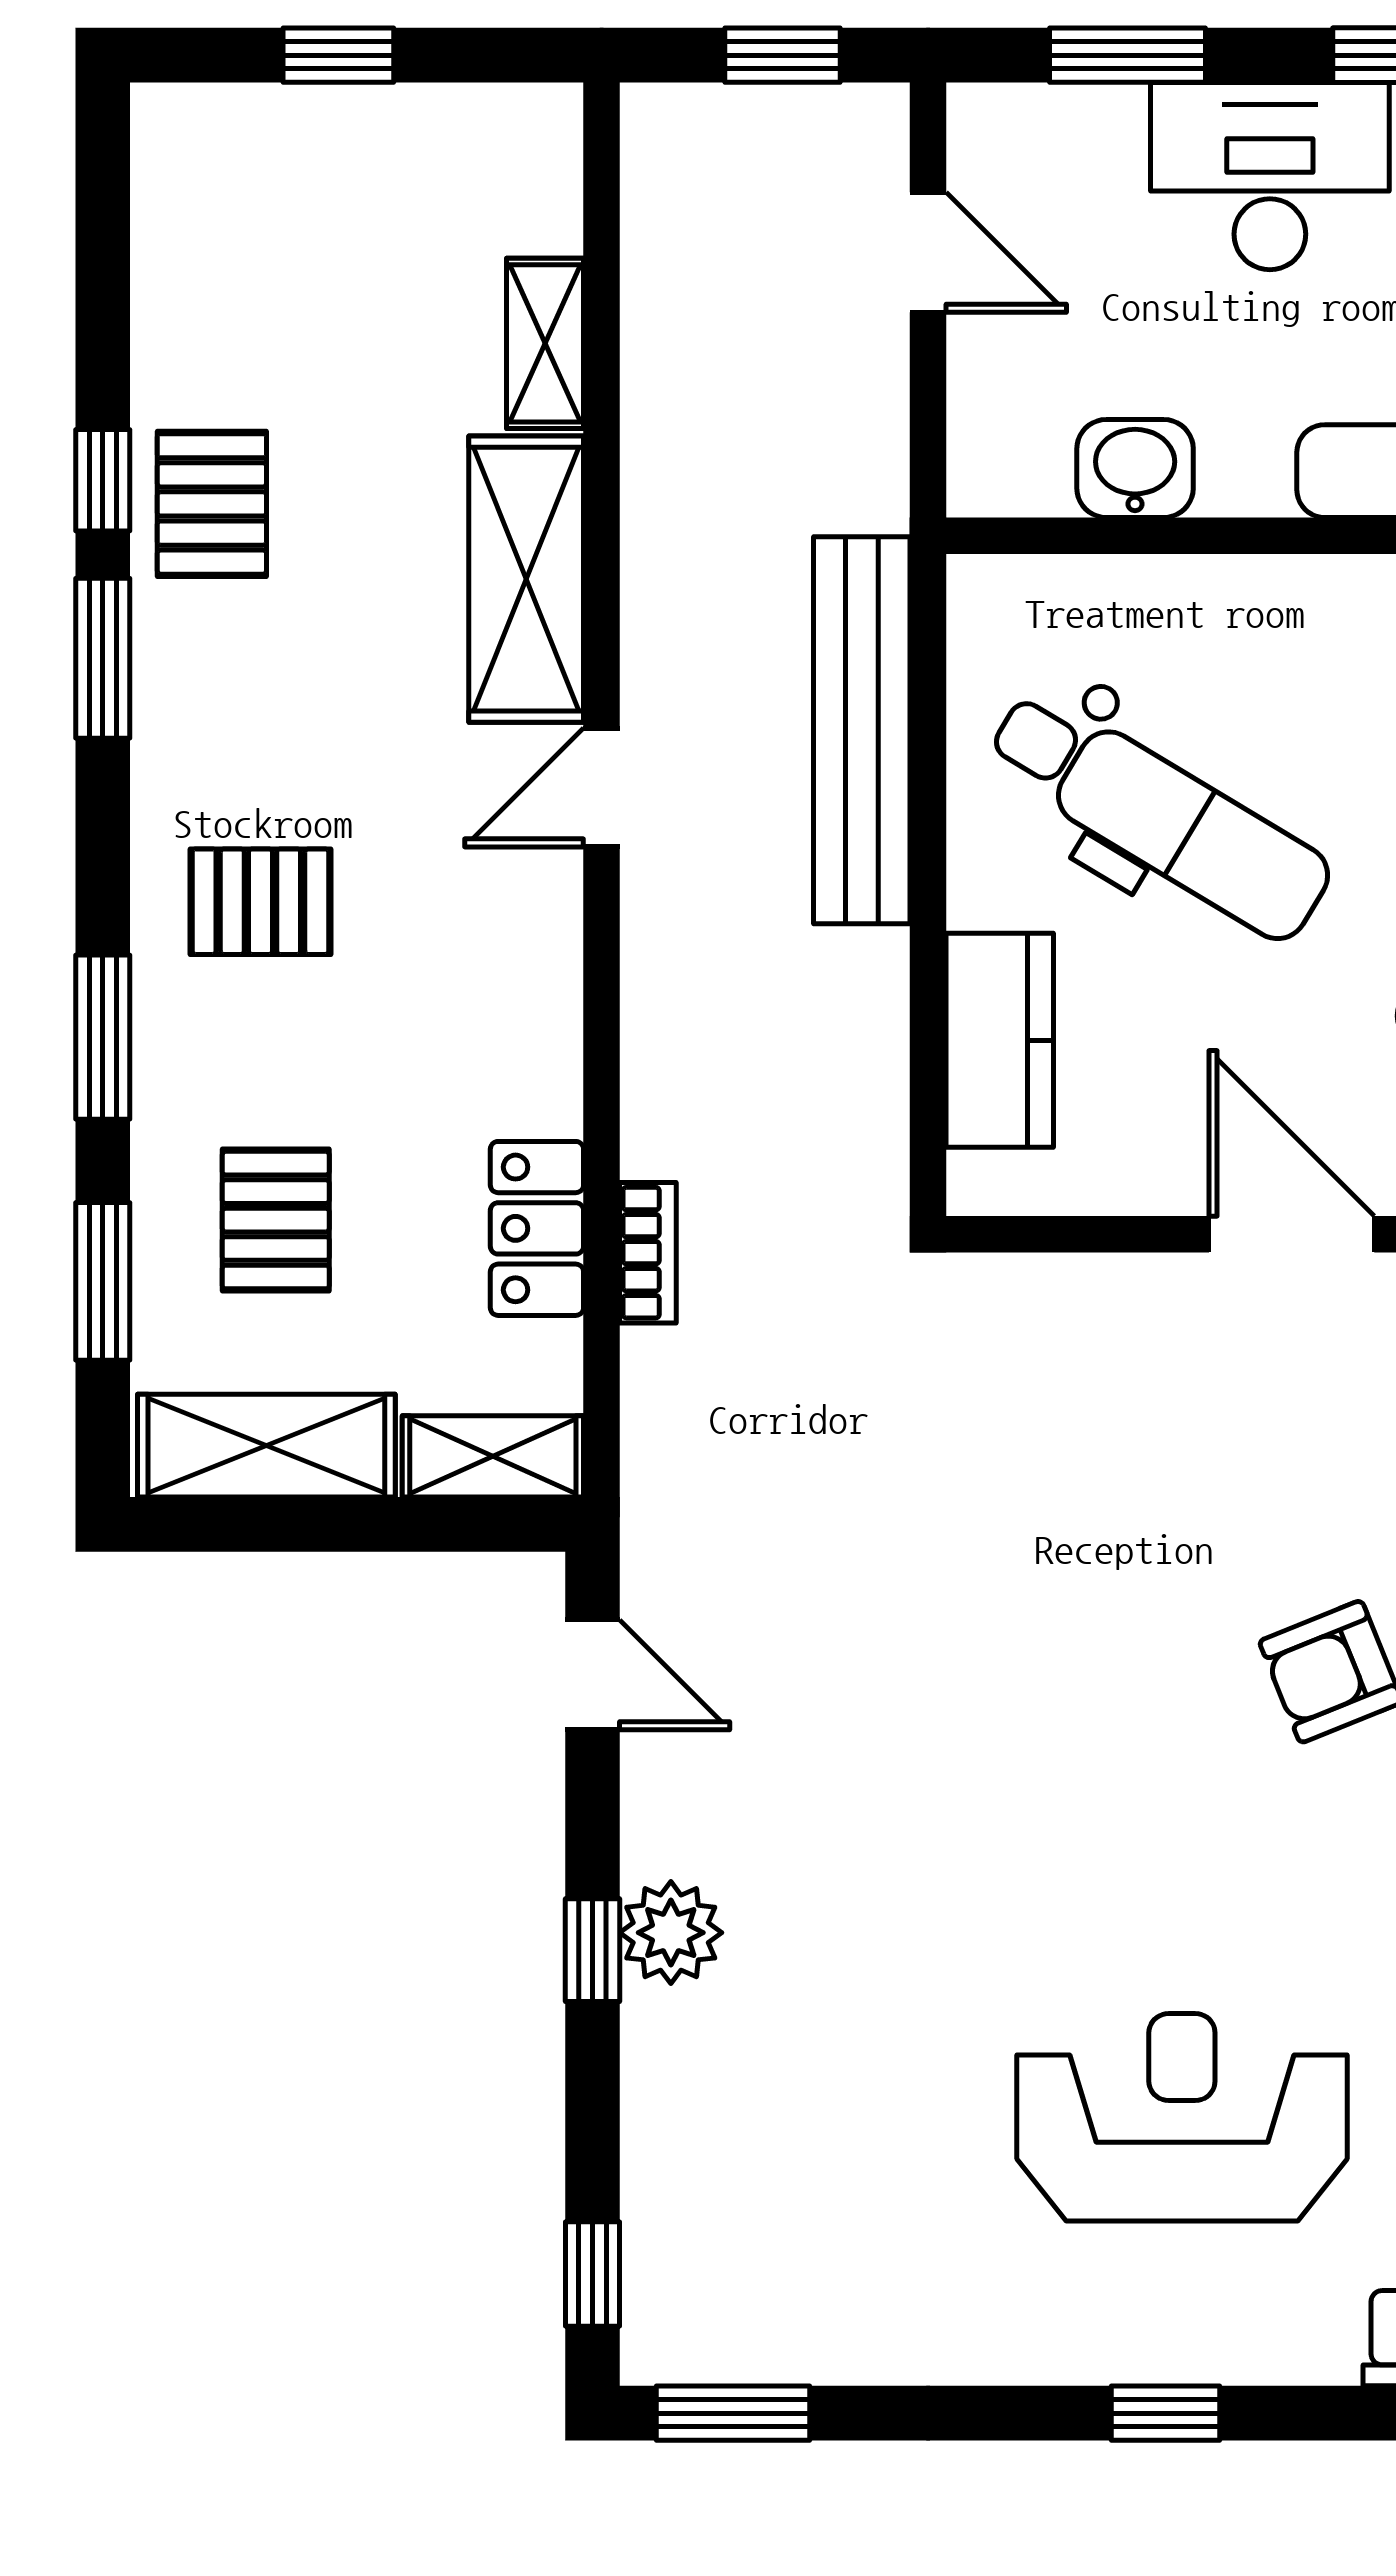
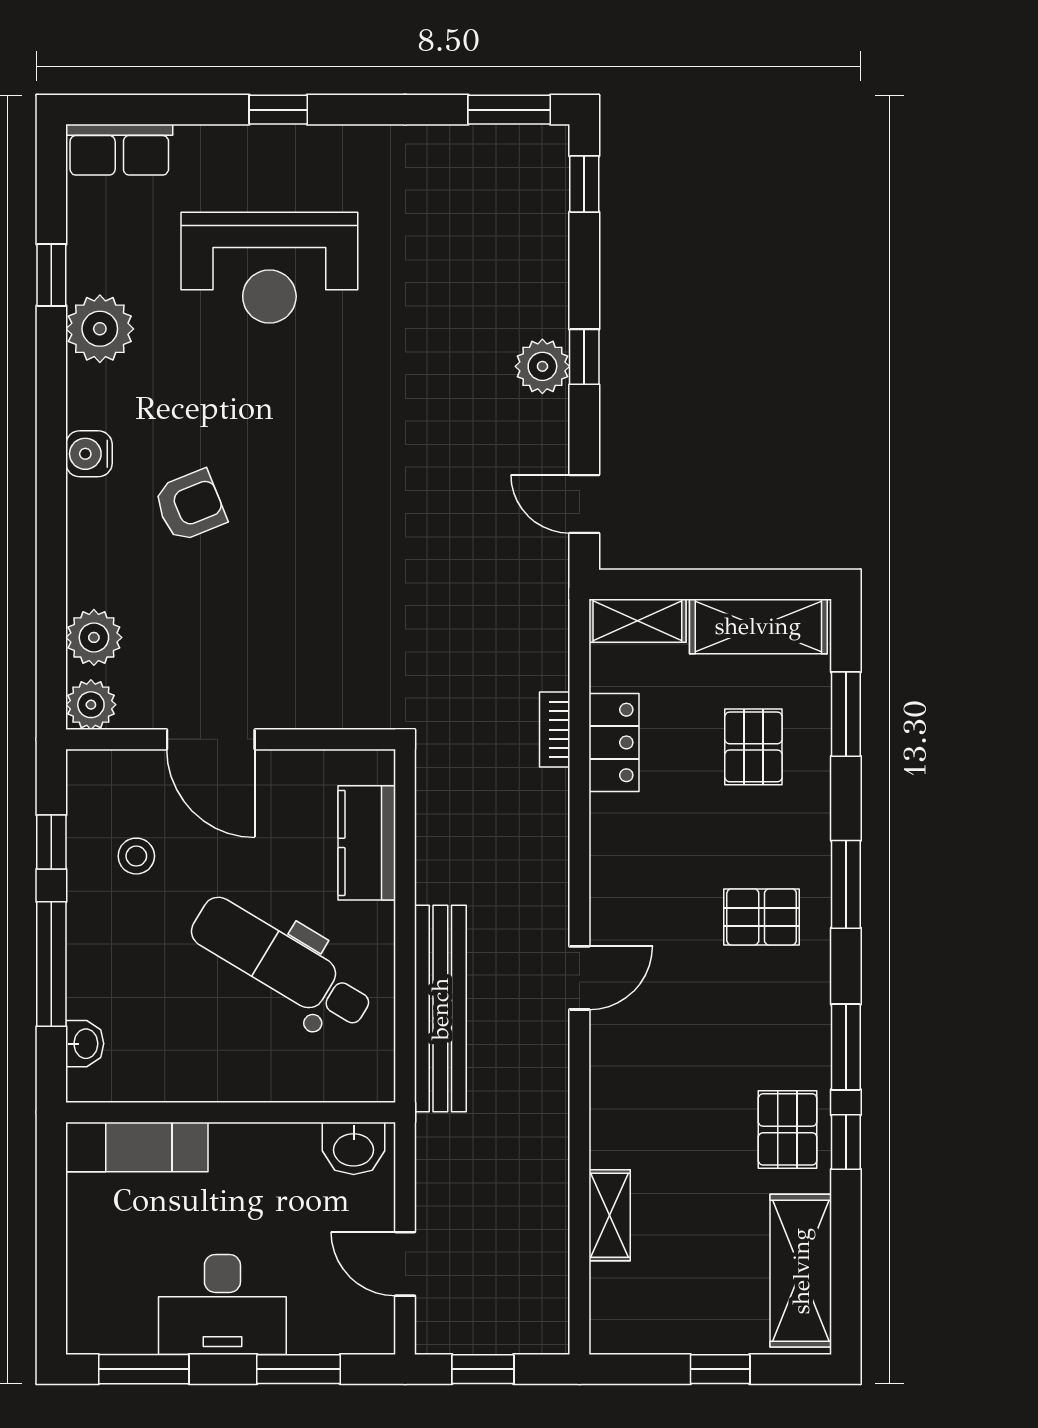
washbasin: (1135, 469) -> (354, 1148), moved
shelving: (526, 579) -> (801, 1271), moved
window: (103, 1037) -> (846, 884), moved

